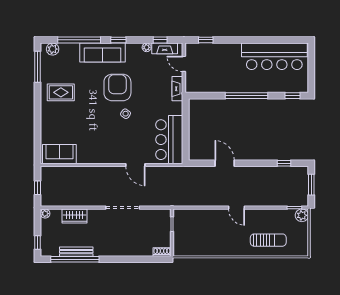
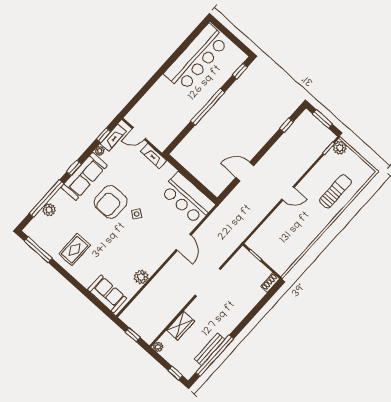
window: (206, 40) -> (135, 100), removed
plant: (53, 49) -> (49, 210), moved
sofa: (103, 53) -> (84, 176), moved
armchair: (117, 87) -> (111, 202), turned -90
sofa: (59, 154) -> (107, 294), moved, turned 90
plant: (84, 157) -> (141, 277), added
door: (135, 165) -> (184, 242), hinge flipped

